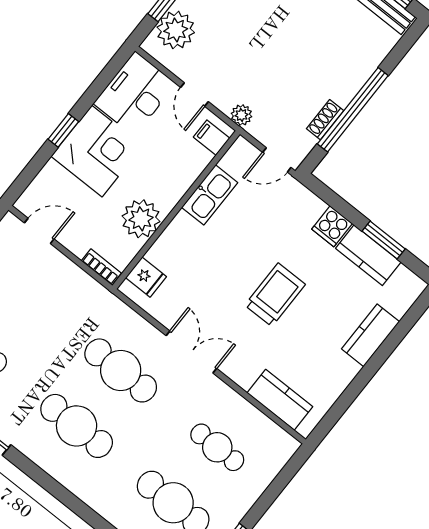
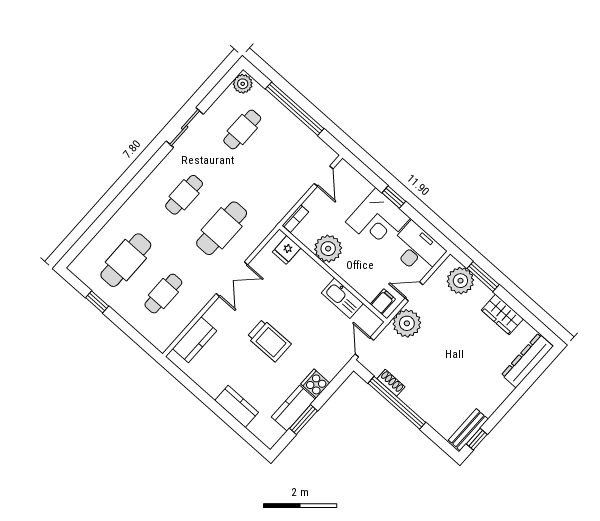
plant: (241, 115) -> (407, 323), width x1.87, depth x1.87
cafe table: (77, 426) -> (184, 195), width x0.73, depth x0.74

